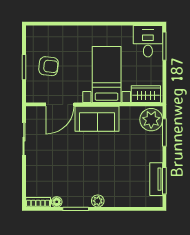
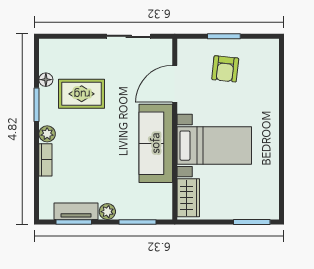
desk: (148, 41) -> (258, 200), removed
door: (60, 104) -> (175, 84), hinge flipped
sofa: (97, 119) -> (156, 143), width x1.36
plant: (151, 120) -> (107, 212), moved, width x0.53, depth x0.53
rug: (67, 175) -> (82, 94), added
bookcase: (38, 202) -> (45, 160), moved

